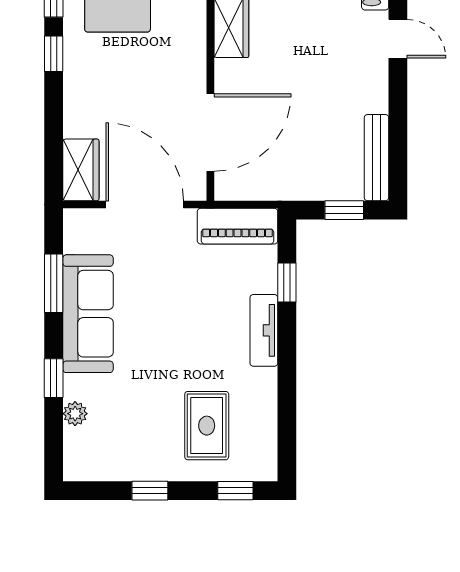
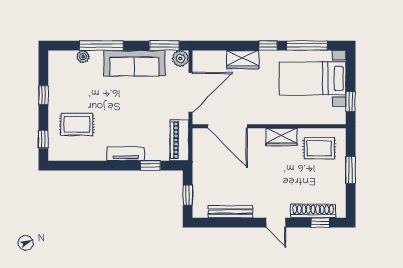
door: (398, 39) -> (276, 223), hinge flipped
bench: (376, 158) -> (231, 212), moved
wardrobe: (81, 170) -> (243, 60), moved
plant: (79, 224) -> (180, 59), added
window: (54, 283) -> (164, 46), moved
window: (54, 378) -> (101, 46), width x2.17

